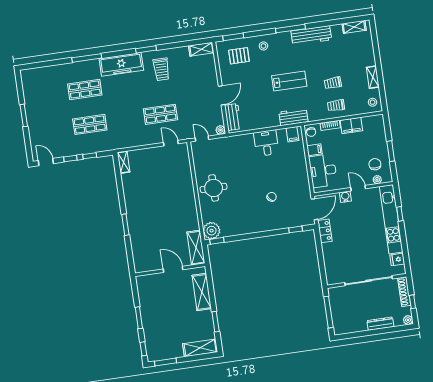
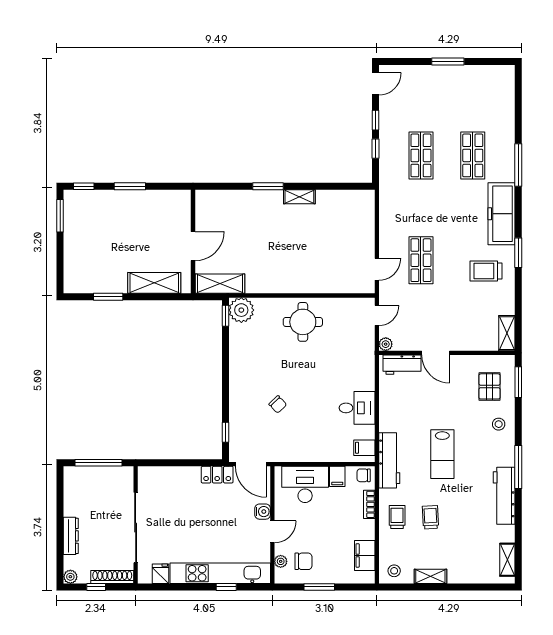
workbench: (293, 117) -> (389, 460), width x1.38
filing cabinet: (351, 126) -> (365, 555), moved
shelving: (124, 162) -> (299, 197), moved
shelving: (200, 348) -> (73, 269), removed

